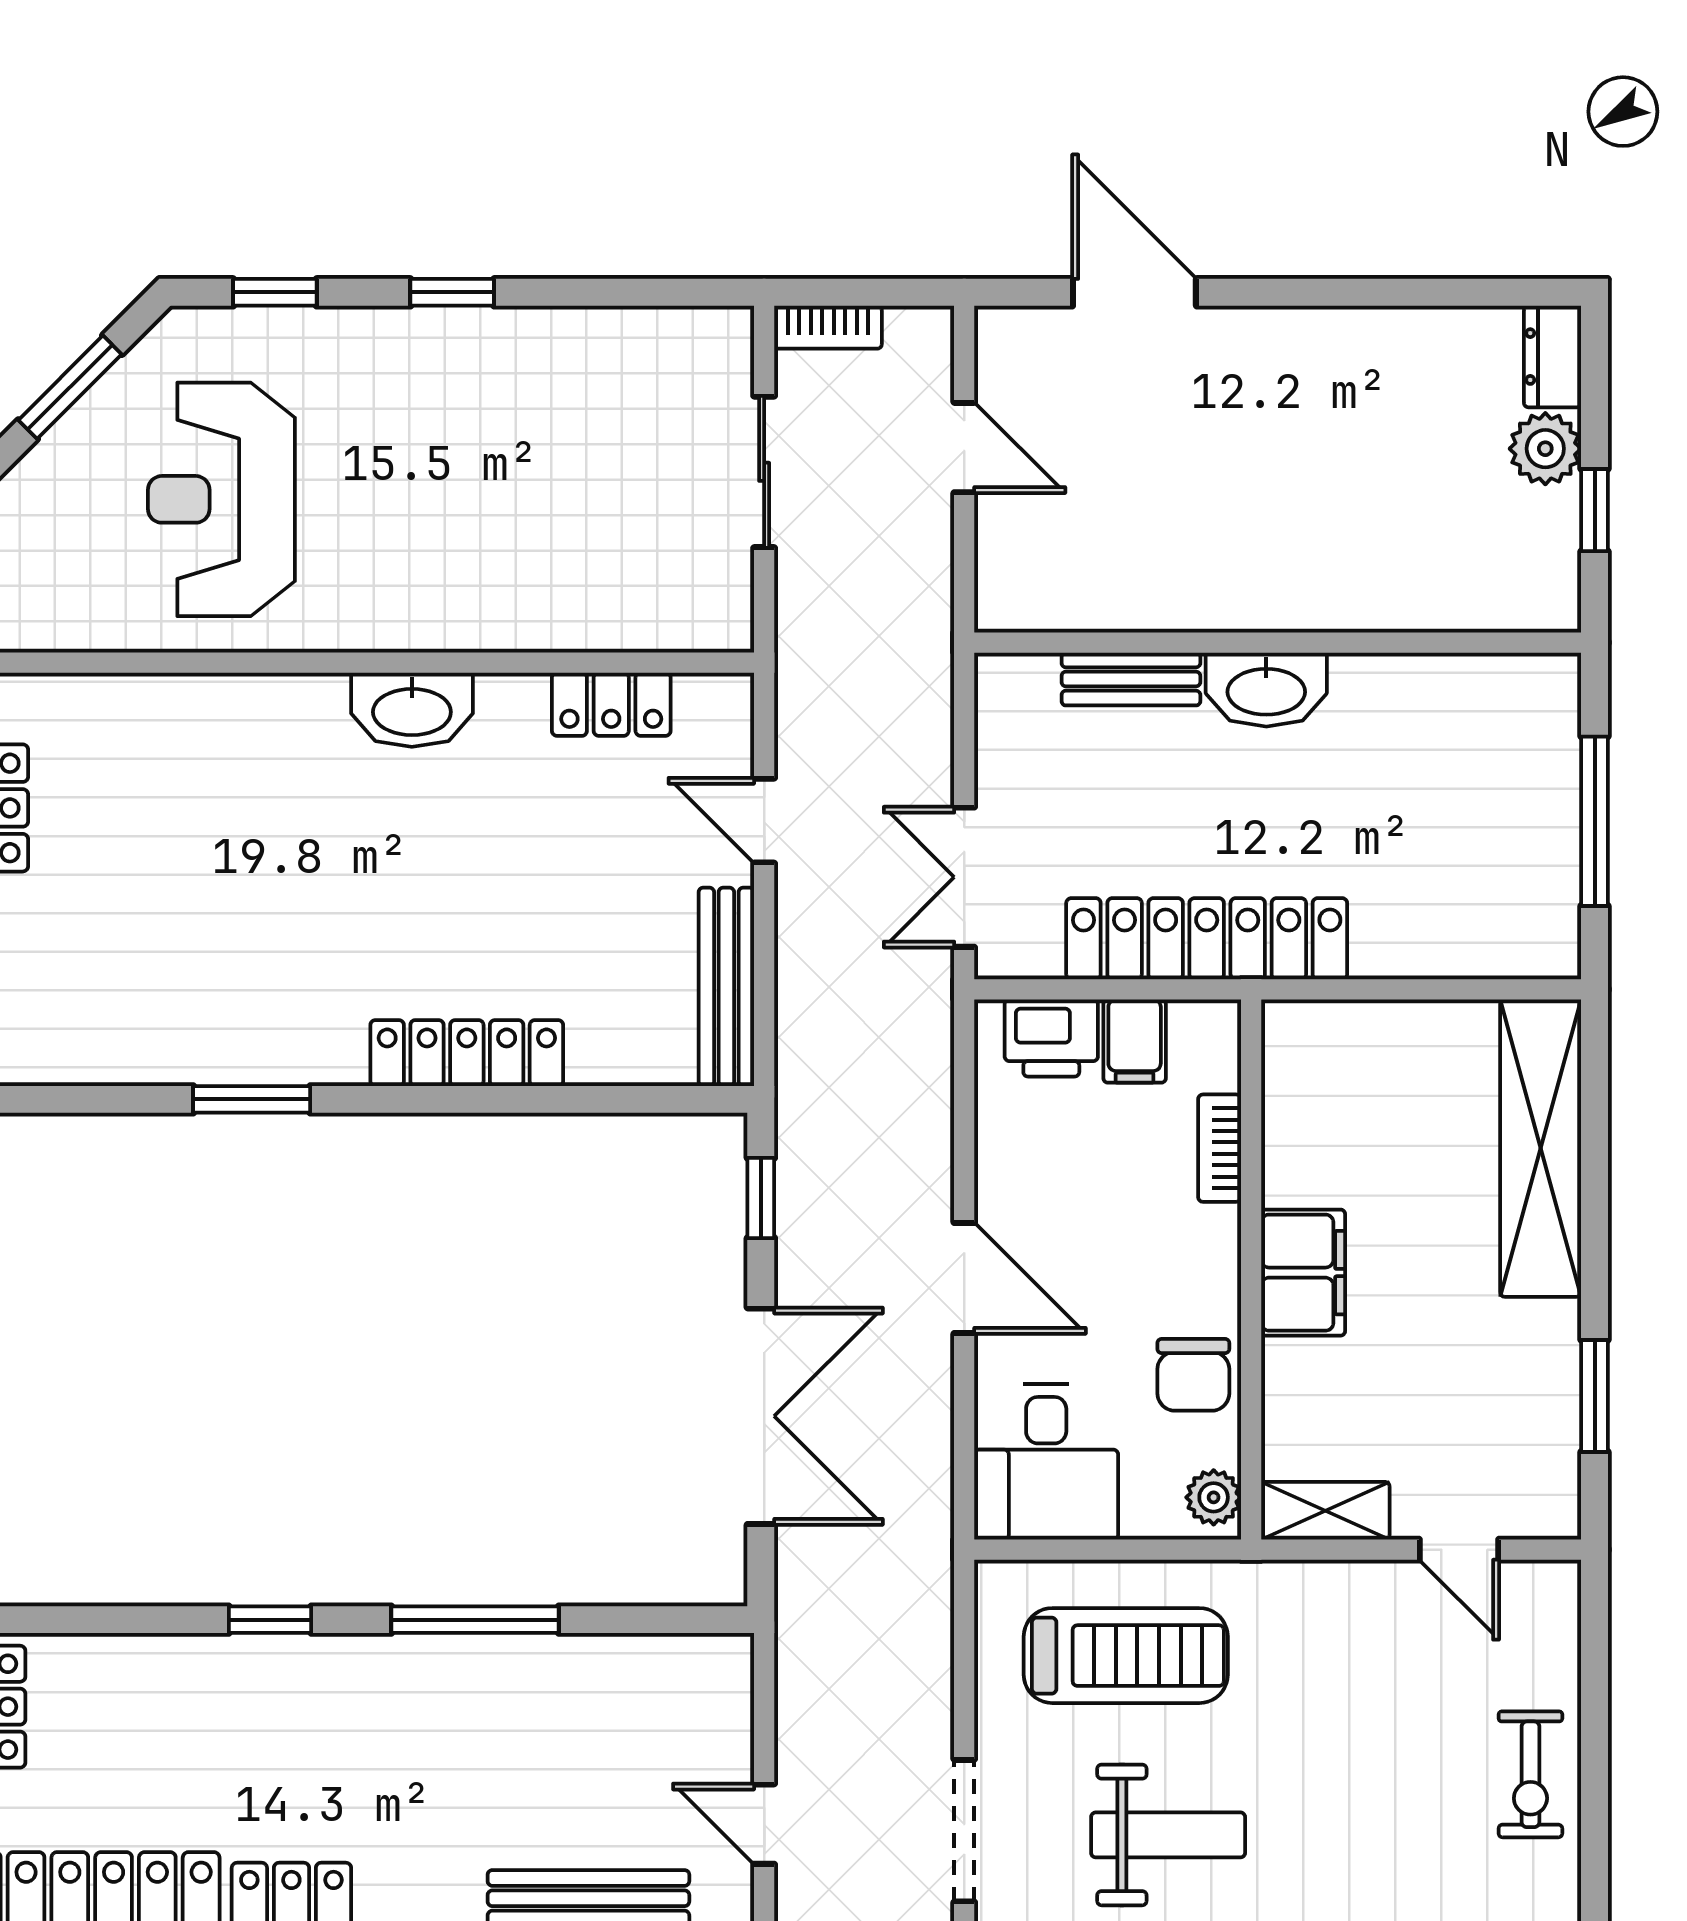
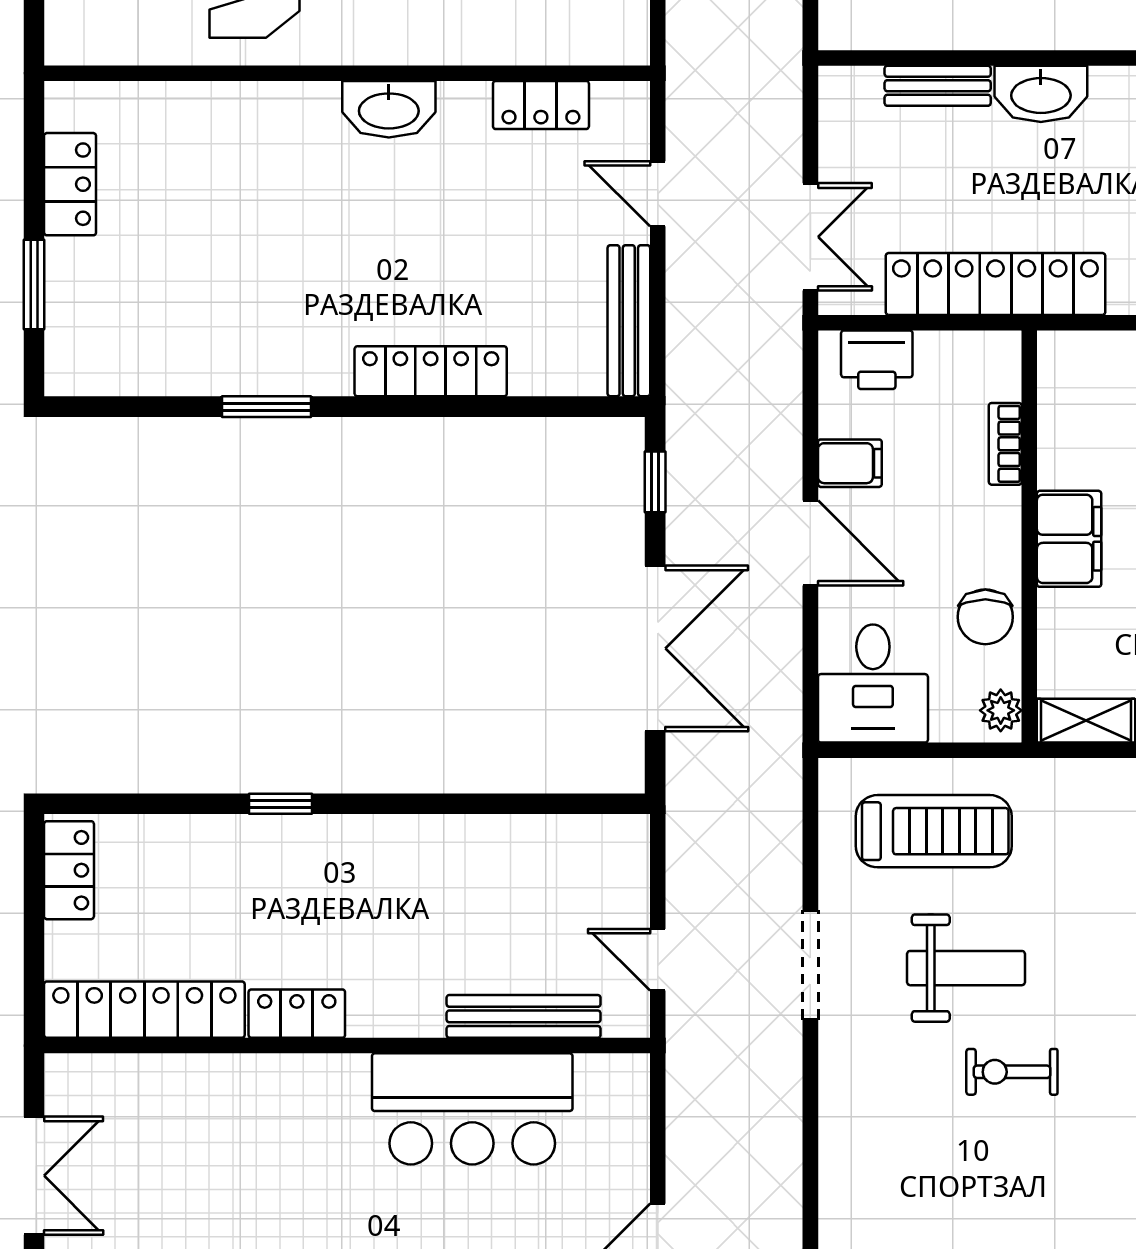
double door: (964, 877) -> (810, 237), swing flipped
filing cabinet: (1135, 1041) -> (850, 463), moved, turned -90
window: (475, 1620) -> (437, 804), removed

